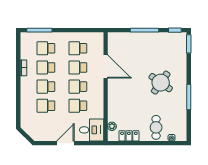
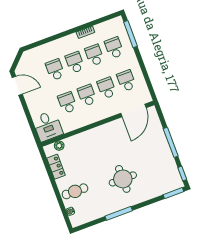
door: (106, 66) -> (133, 110), moved
round table: (161, 83) -> (123, 179), turned -35
door: (65, 143) -> (17, 86), moved

